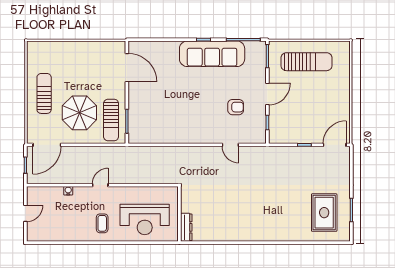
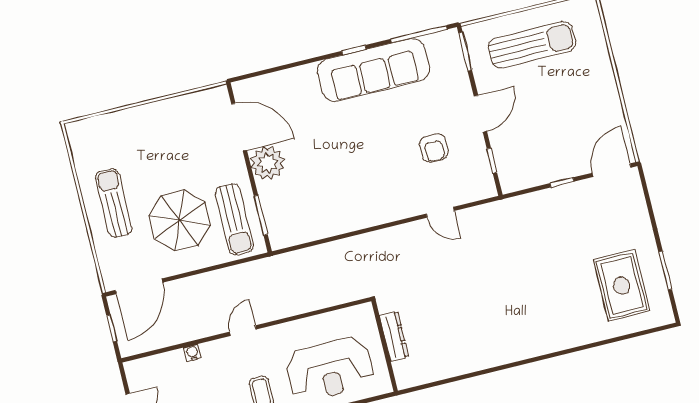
plant: (138, 92) -> (268, 163), added
armchair: (236, 107) -> (434, 148), turned 88
dresser: (186, 227) -> (394, 336), moved

